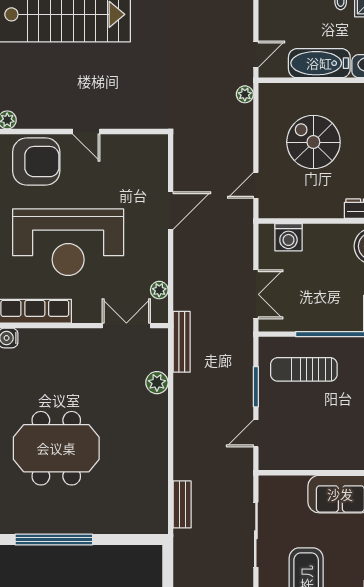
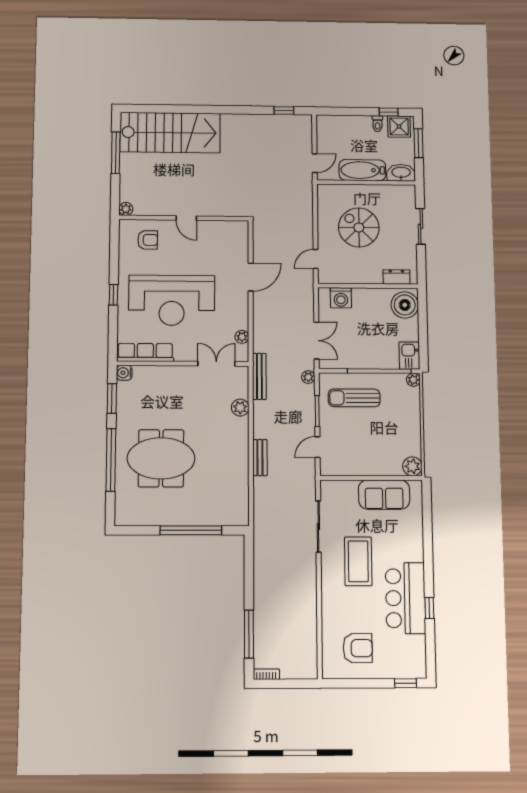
plant: (245, 94) -> (308, 377), moved
armchair: (36, 162) -> (148, 240), width x0.53, depth x0.53
bench: (182, 504) -> (260, 458), moved
window: (54, 539) -> (191, 530), moved

